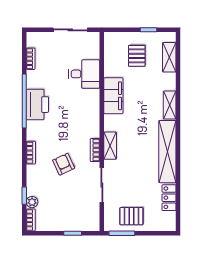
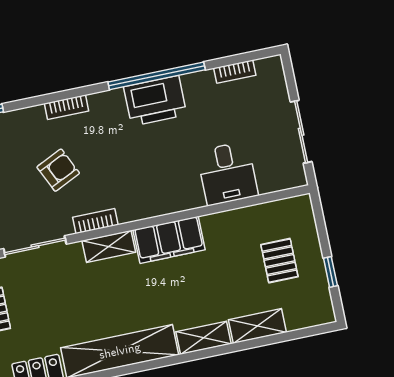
pallet: (137, 56) -> (279, 261), turned 90
shelving: (169, 57) -> (257, 326), moved
filing cabinet: (113, 96) -> (169, 240), moved

